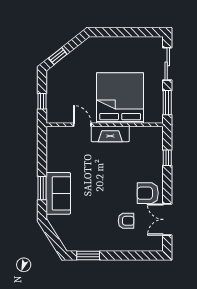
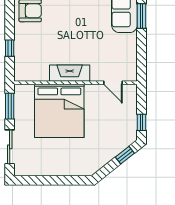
window: (42, 101) -> (142, 122), moved
door: (82, 125) -> (113, 83), moved

